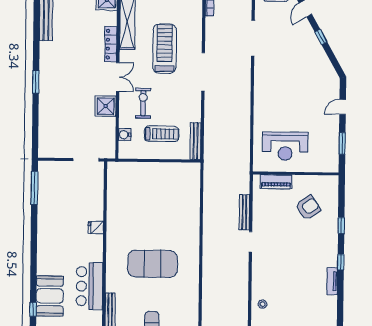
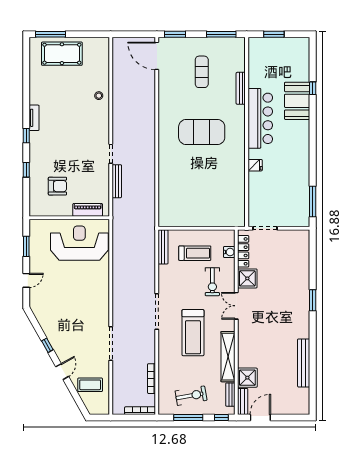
locker: (111, 44) -> (243, 251), moved
treadmill: (162, 134) -> (195, 253), turned 180
reception desk: (285, 146) -> (79, 243), width x1.36, depth x1.30
armchair: (308, 208) -> (57, 186), turned -146
bar counter: (90, 286) -> (260, 118), width x1.36

